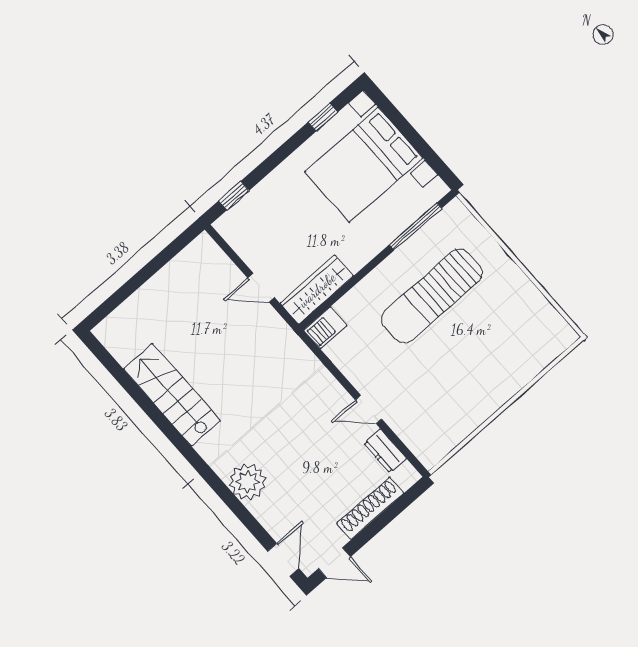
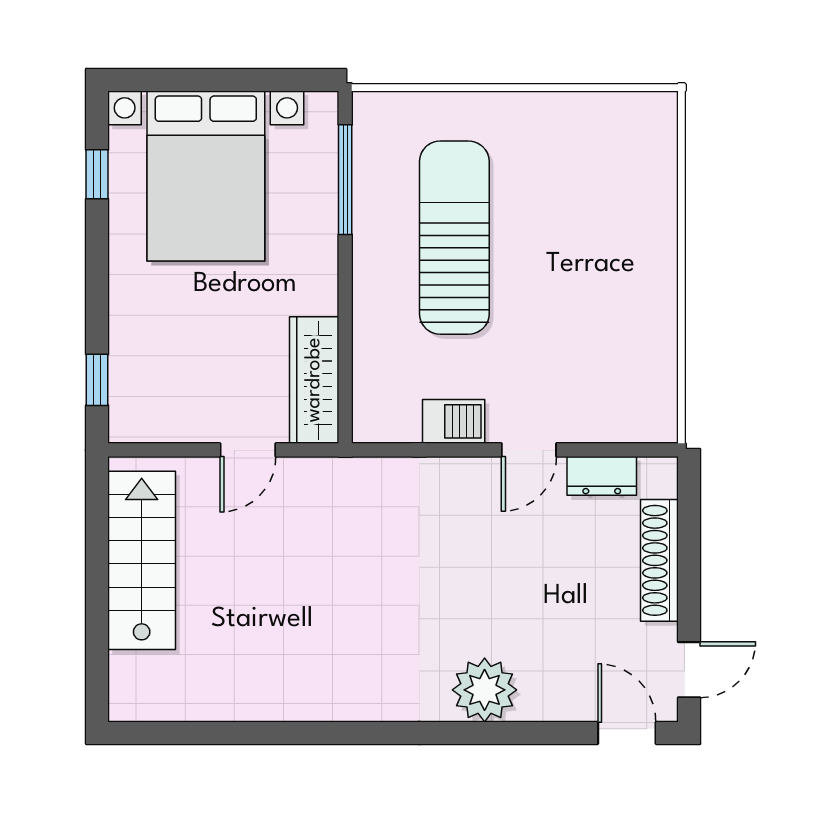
sun lounger: (432, 296) -> (454, 238), turned 180
barbecue: (325, 328) -> (454, 421), moved, turned -90
stairs: (172, 395) -> (142, 560), moved, turned 90

